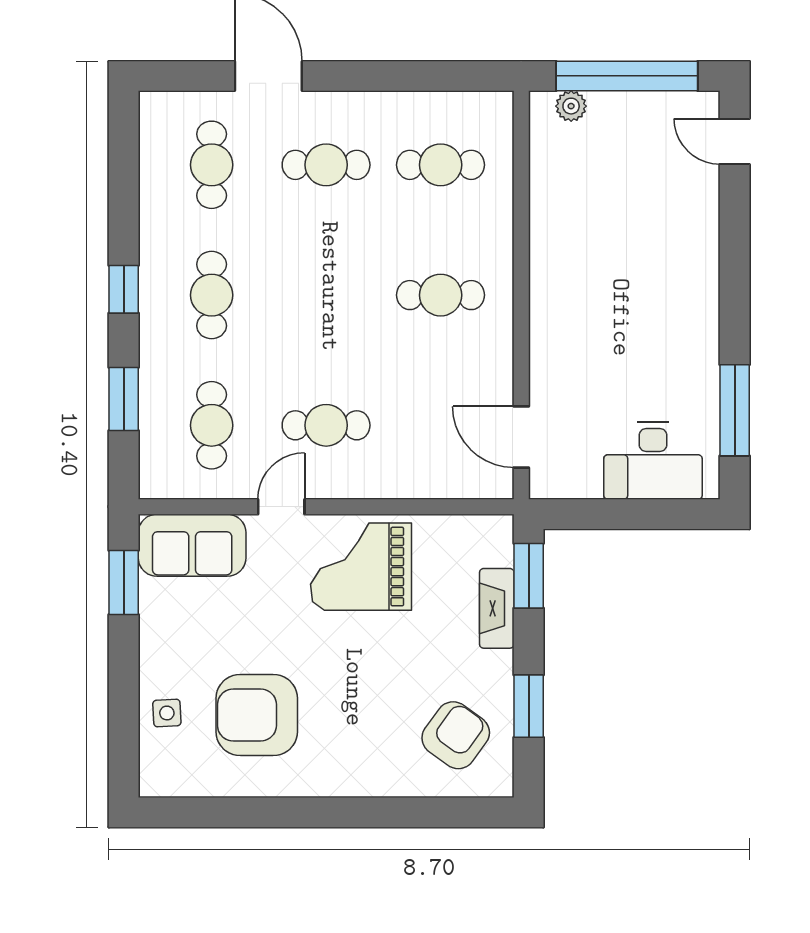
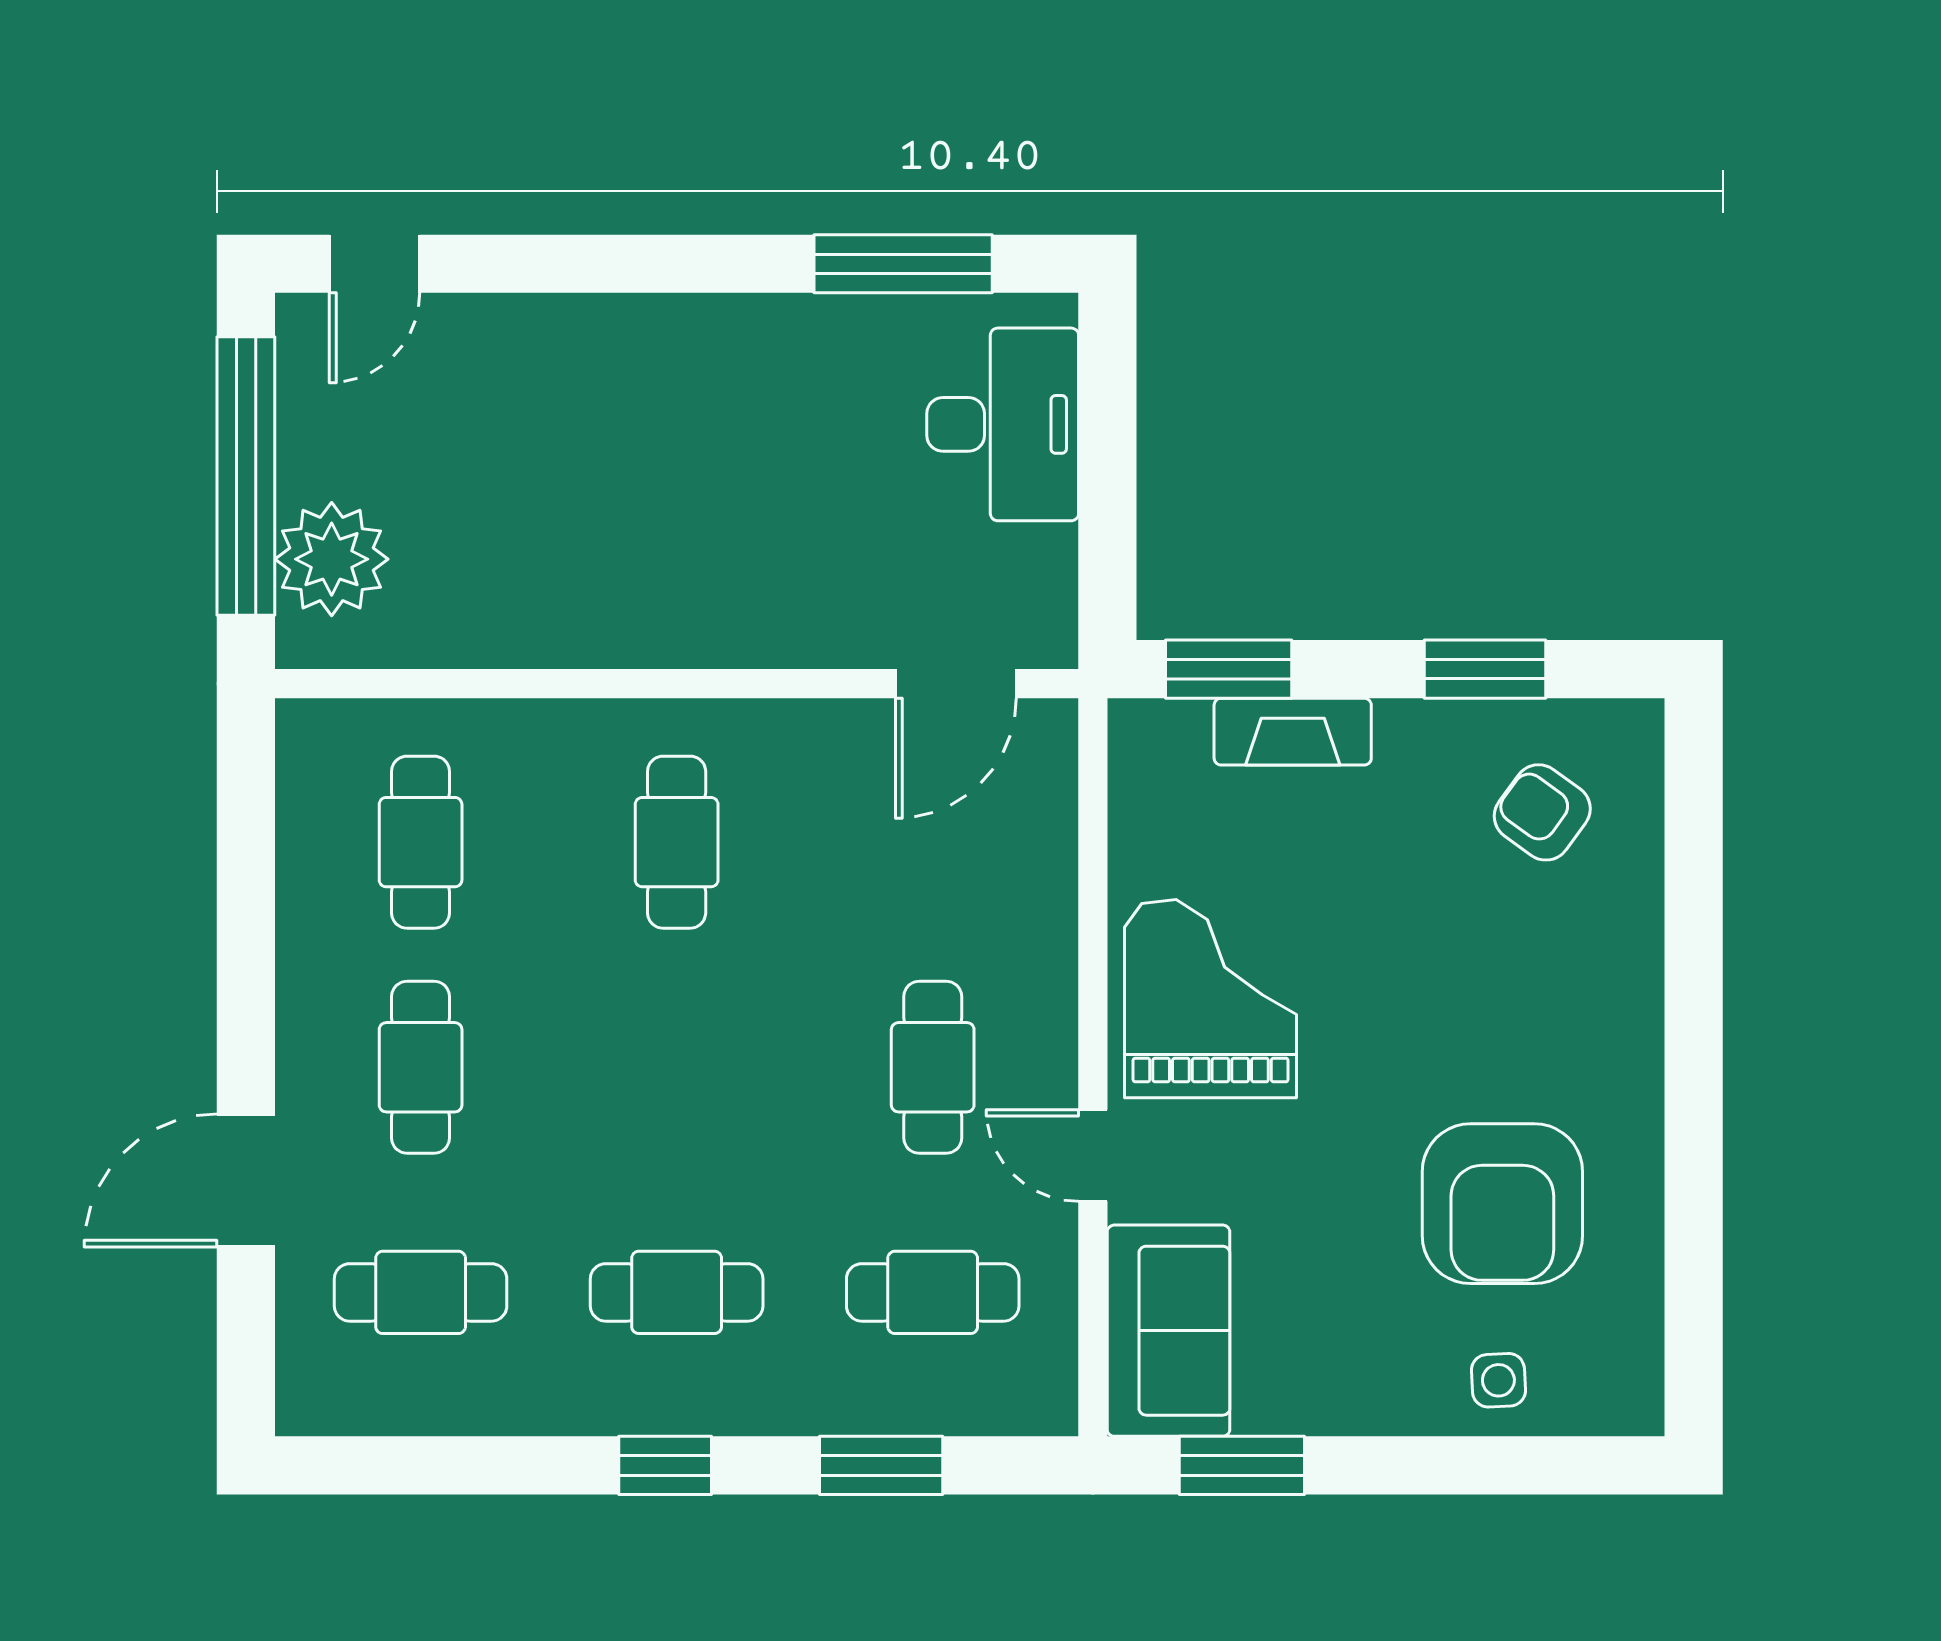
plant: (571, 106) -> (332, 559), width x1.88, depth x1.88
grand piano: (361, 567) -> (1211, 999), turned 180
armchair: (456, 735) -> (1542, 812), width x0.72, depth x0.72

